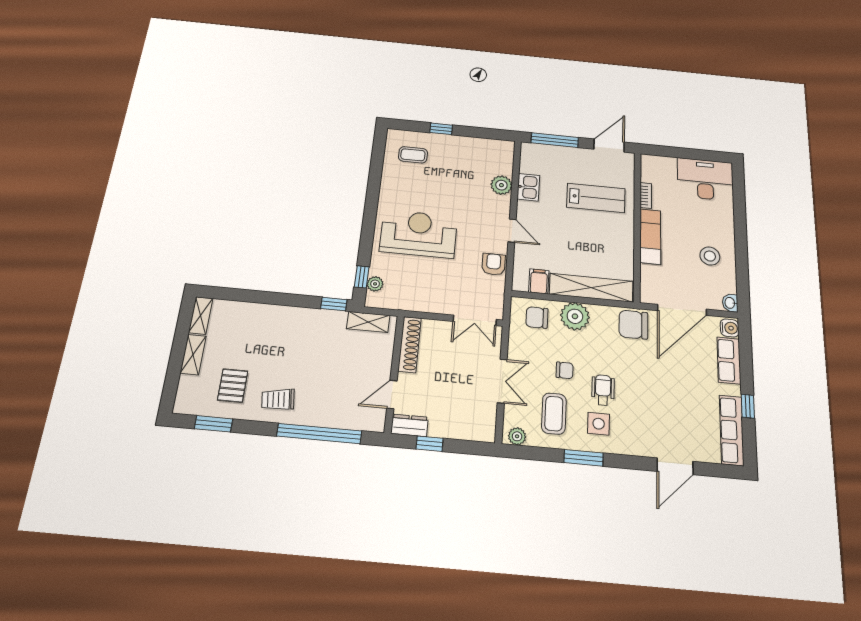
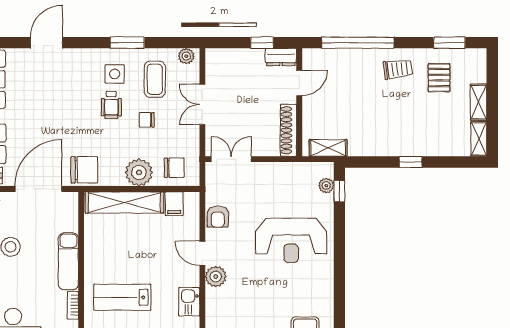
plant: (501, 185) -> (216, 277), moved
window: (334, 304) -> (411, 162), moved

